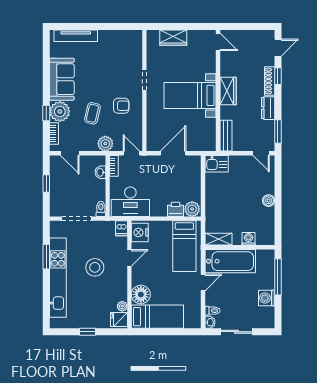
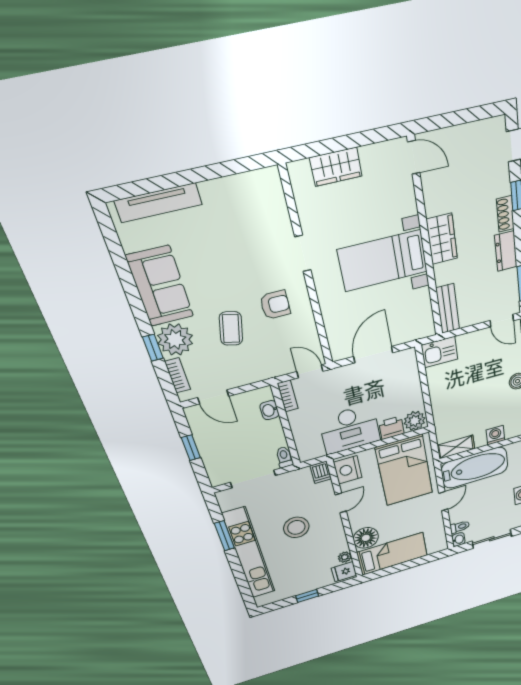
shoe rack: (270, 81) -> (505, 214), width x0.70
plant: (105, 144) -> (265, 368), removed
desk: (130, 202) -> (350, 429), moved
bed: (184, 246) -> (404, 470), width x1.50

